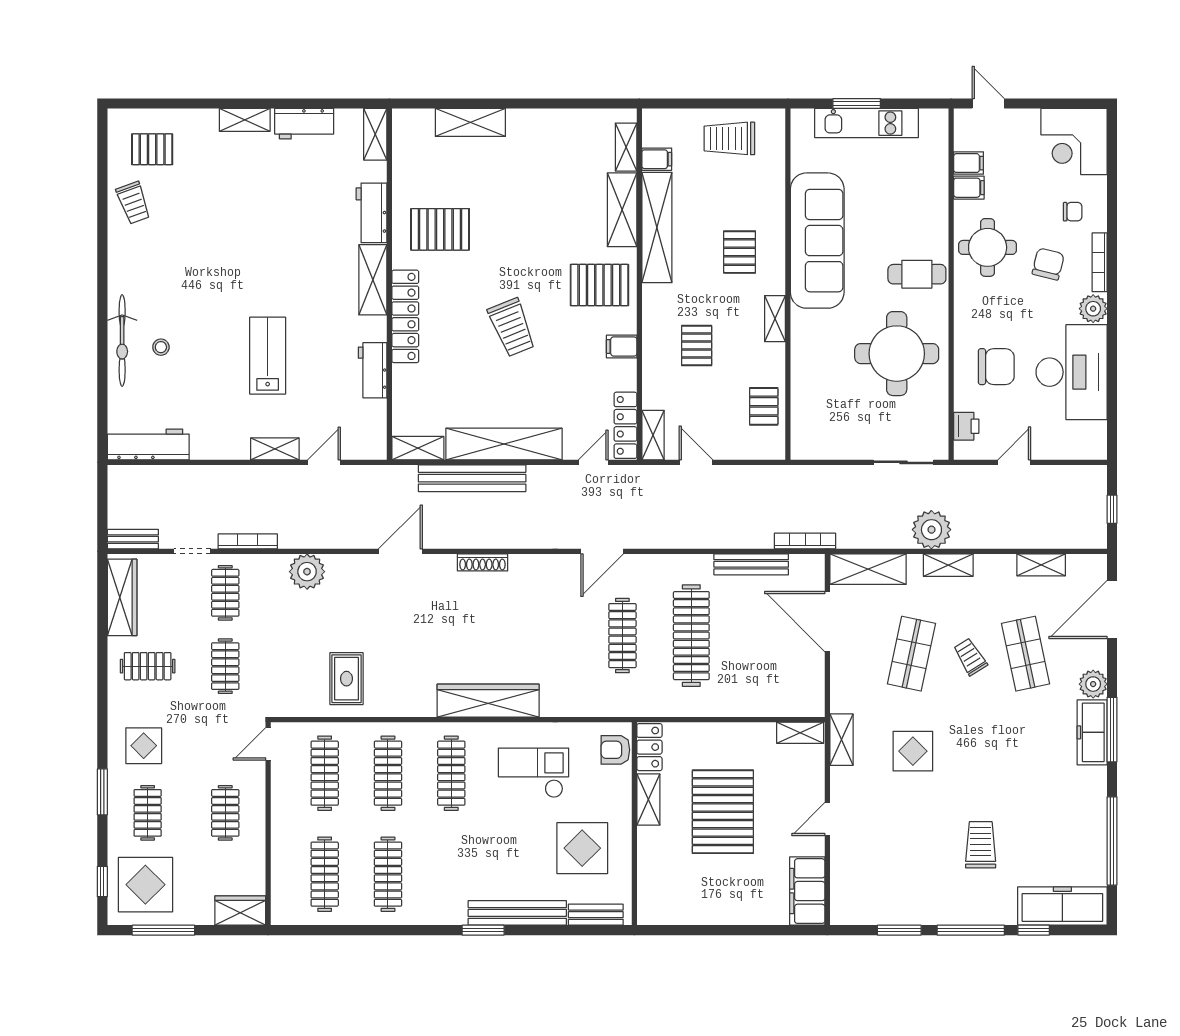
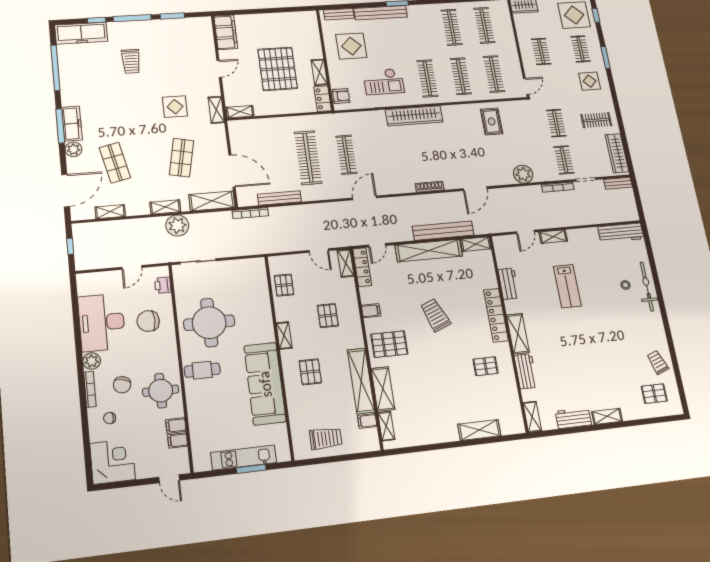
pallet: (440, 229) -> (486, 366), width x0.67, depth x0.71
trolley: (970, 657) -> (147, 159), removed

